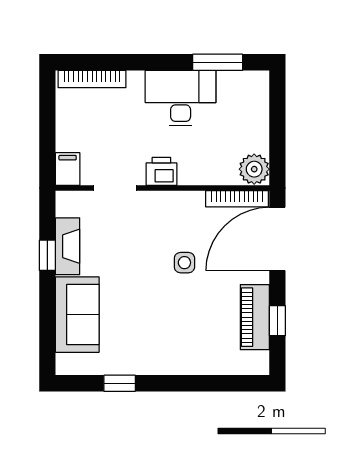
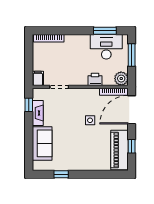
desk: (181, 98) -> (106, 47), moved
window: (277, 116) -> (132, 55), added
printer: (161, 171) -> (95, 79), moved
window: (47, 255) -> (29, 105), moved
piano: (255, 317) -> (119, 150), width x1.37, depth x1.33

